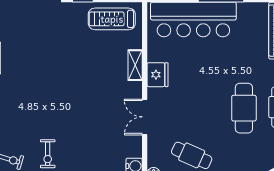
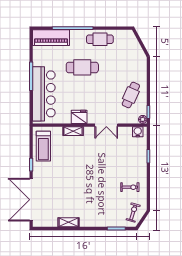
cafe table: (244, 108) -> (82, 67), moved

